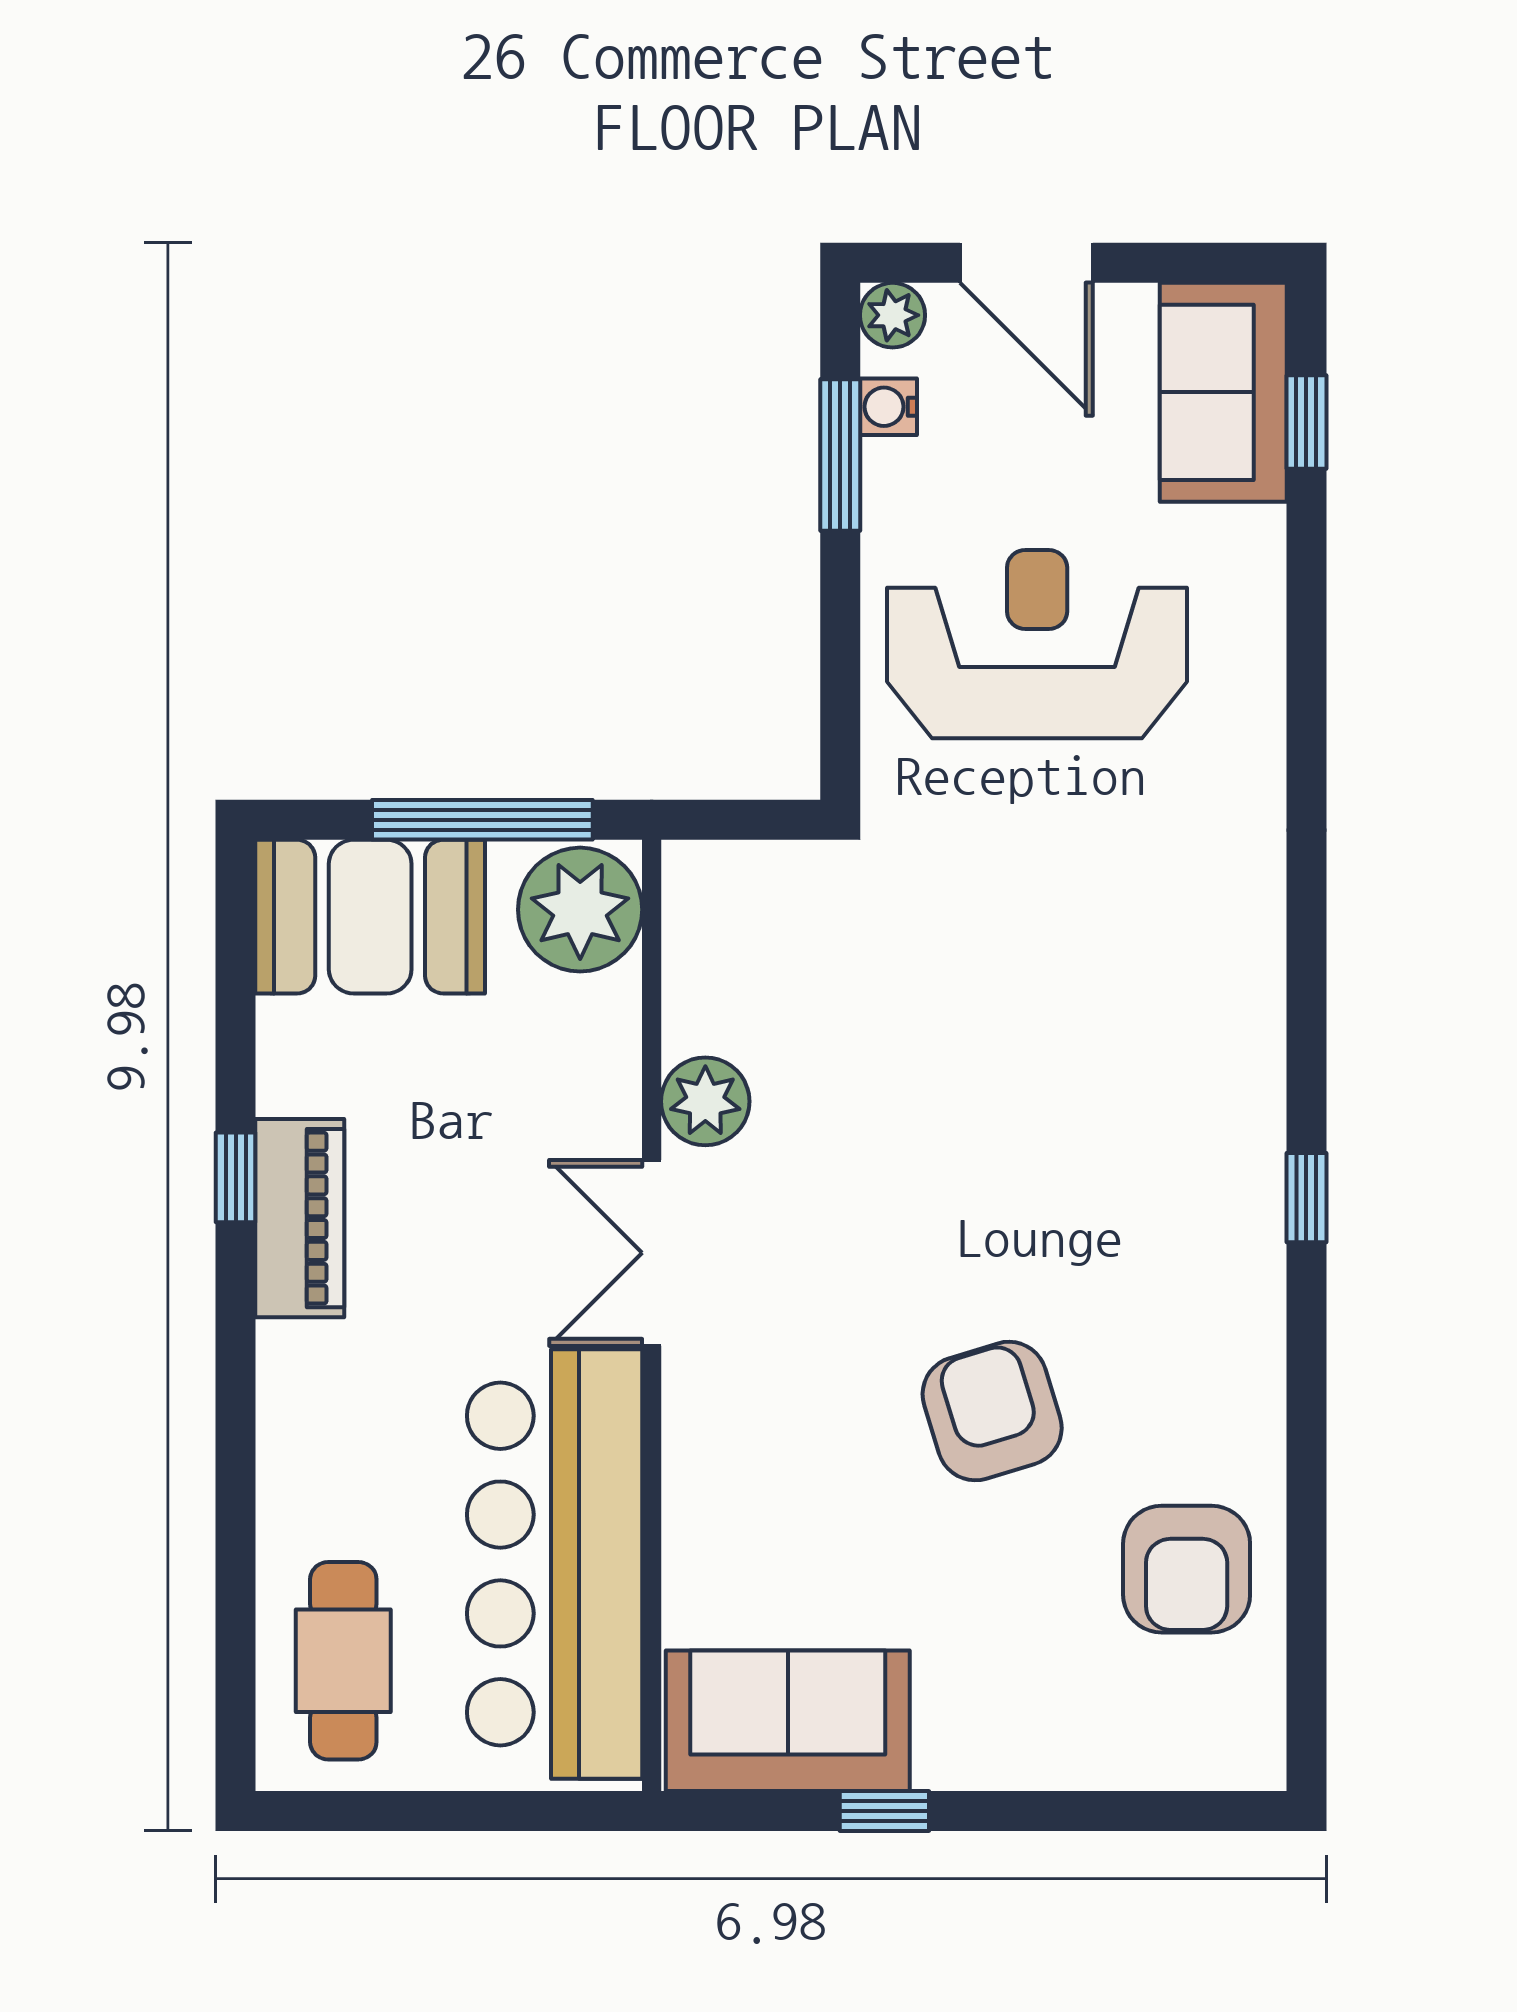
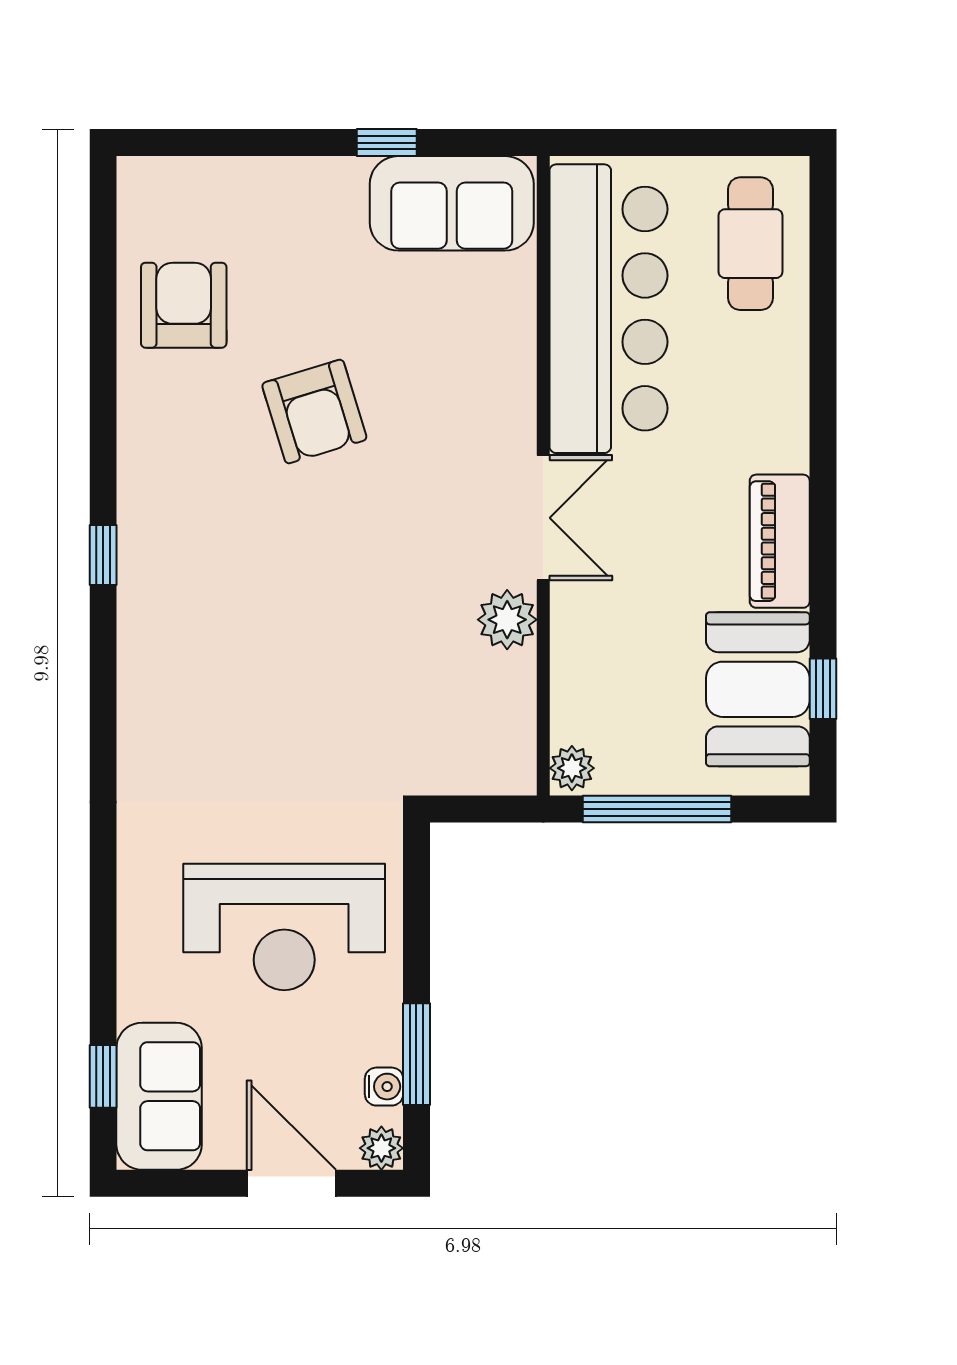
plant: (580, 910) -> (572, 768), width x0.53, depth x0.53
booth: (370, 917) -> (758, 689), moved, turned 90
window: (236, 1177) -> (823, 689), moved

